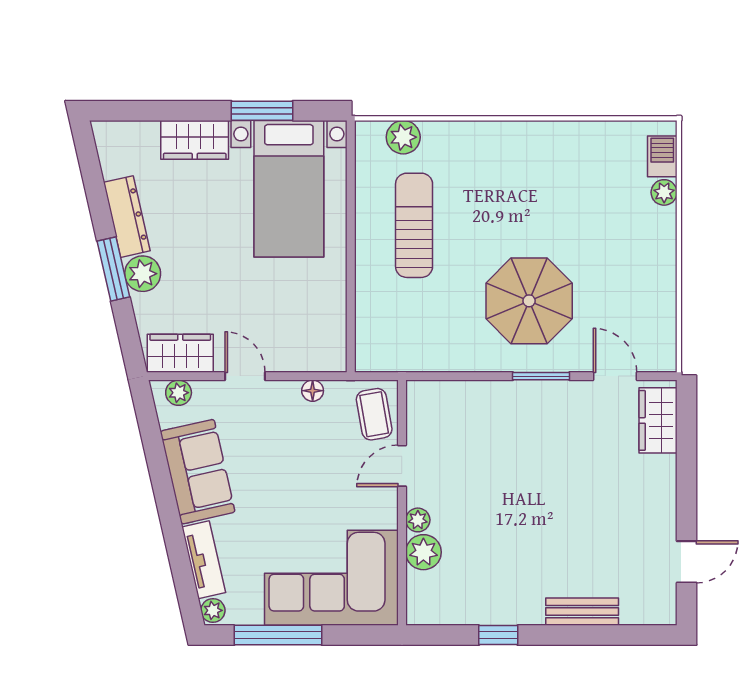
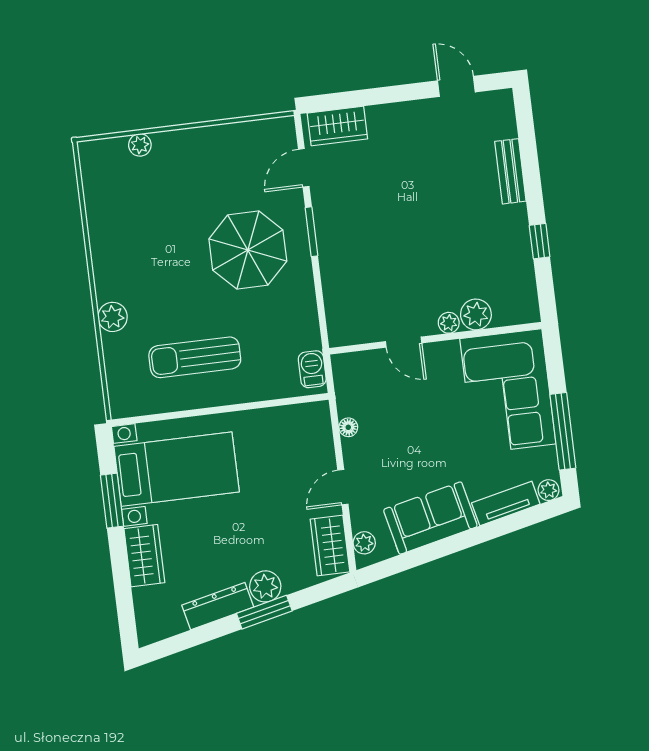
plant: (403, 137) -> (113, 317), moved
barbecue: (662, 156) -> (312, 369), moved, turned 90
coffee table: (374, 414) -> (362, 372), removed

